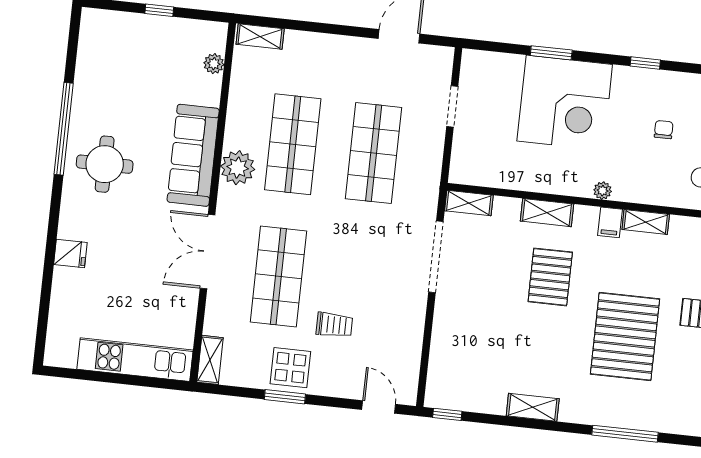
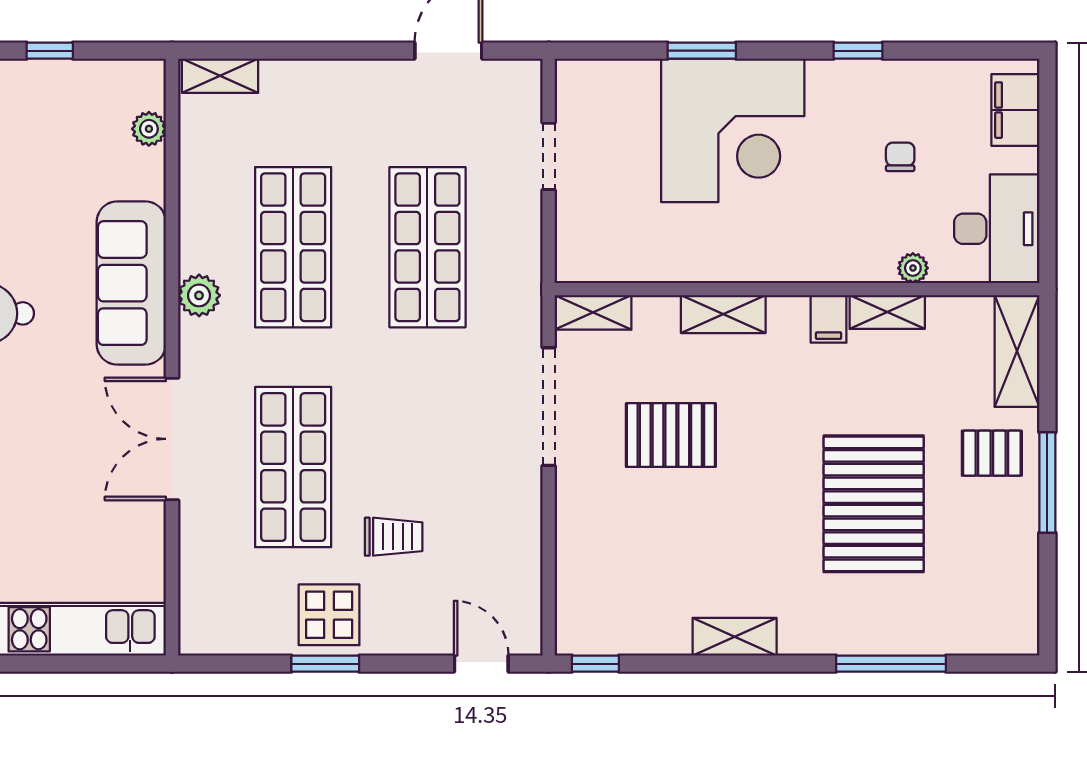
plant: (238, 168) -> (199, 295), width x0.73, depth x0.73
plant: (603, 191) -> (913, 268), moved
pallet: (550, 277) -> (671, 435), moved, turned 90
shelving: (210, 360) -> (196, 616), removed

